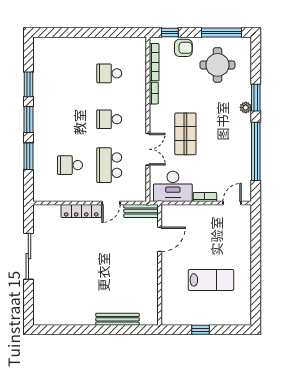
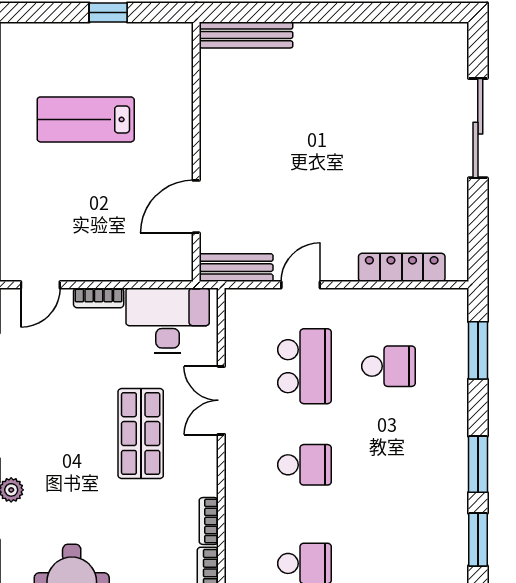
window: (28, 156) -> (478, 350), moved
locker: (81, 211) -> (402, 267), moved
sliding door: (28, 256) -> (478, 128), moved
bench: (117, 319) -> (246, 35), moved

